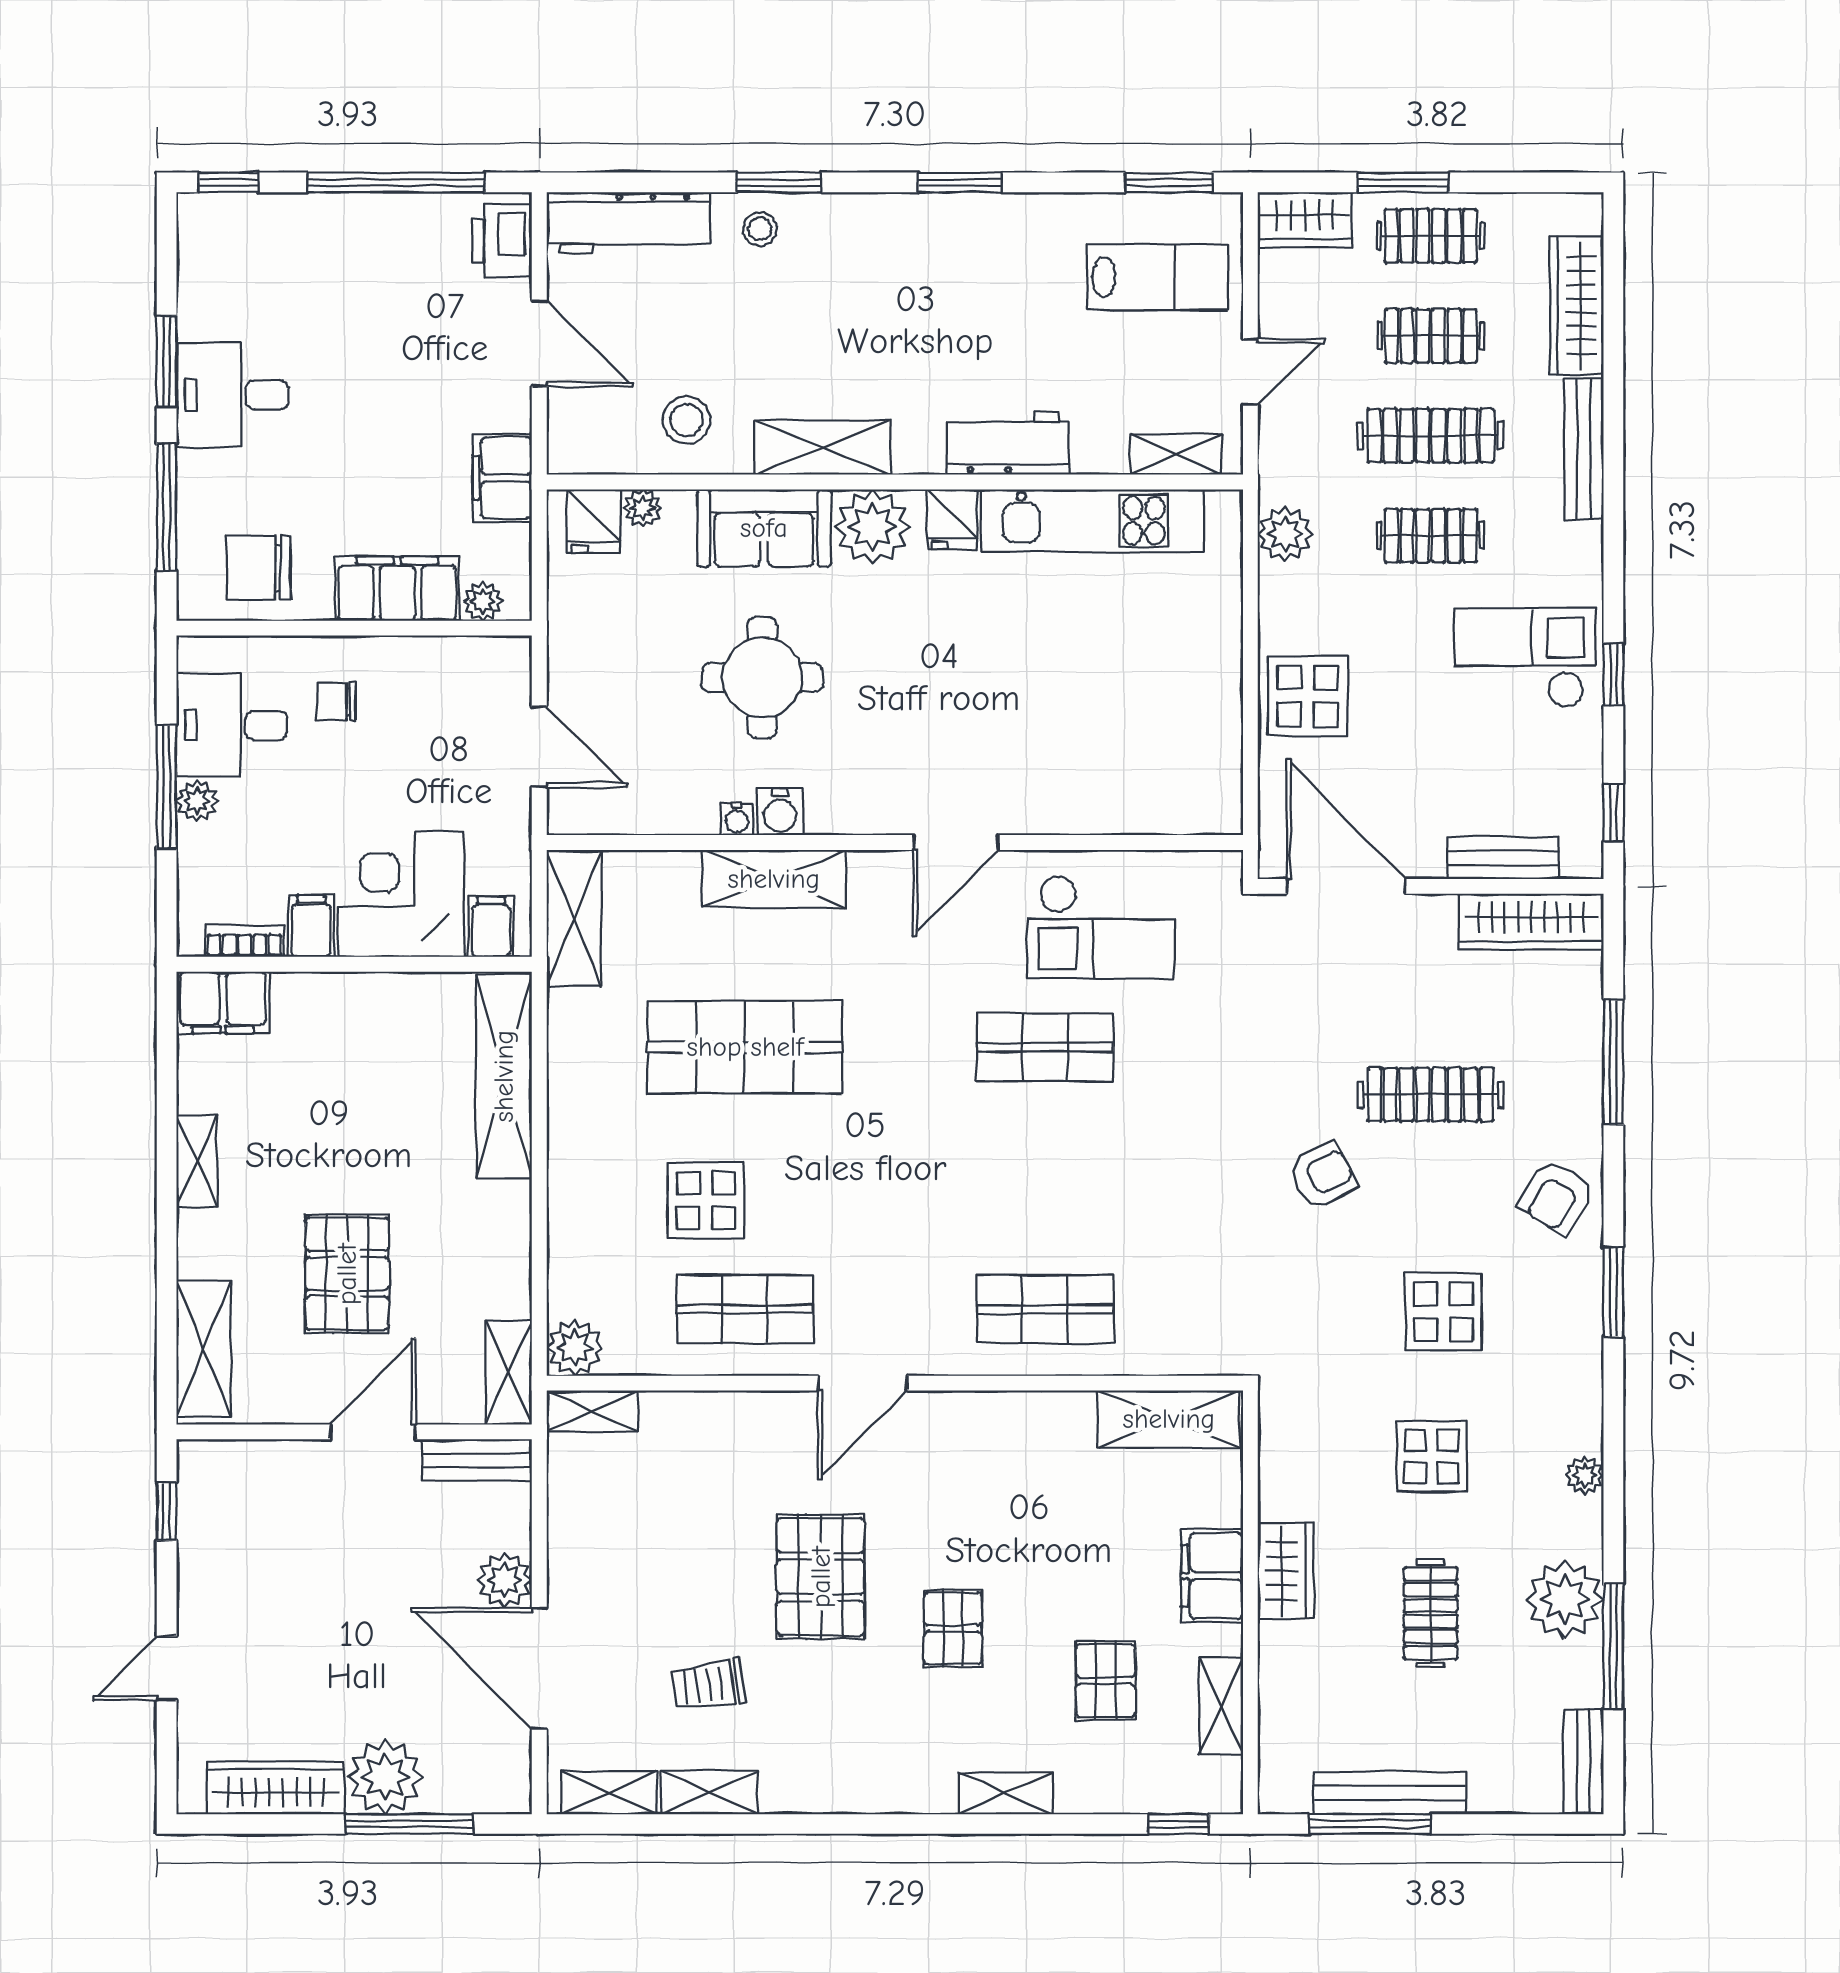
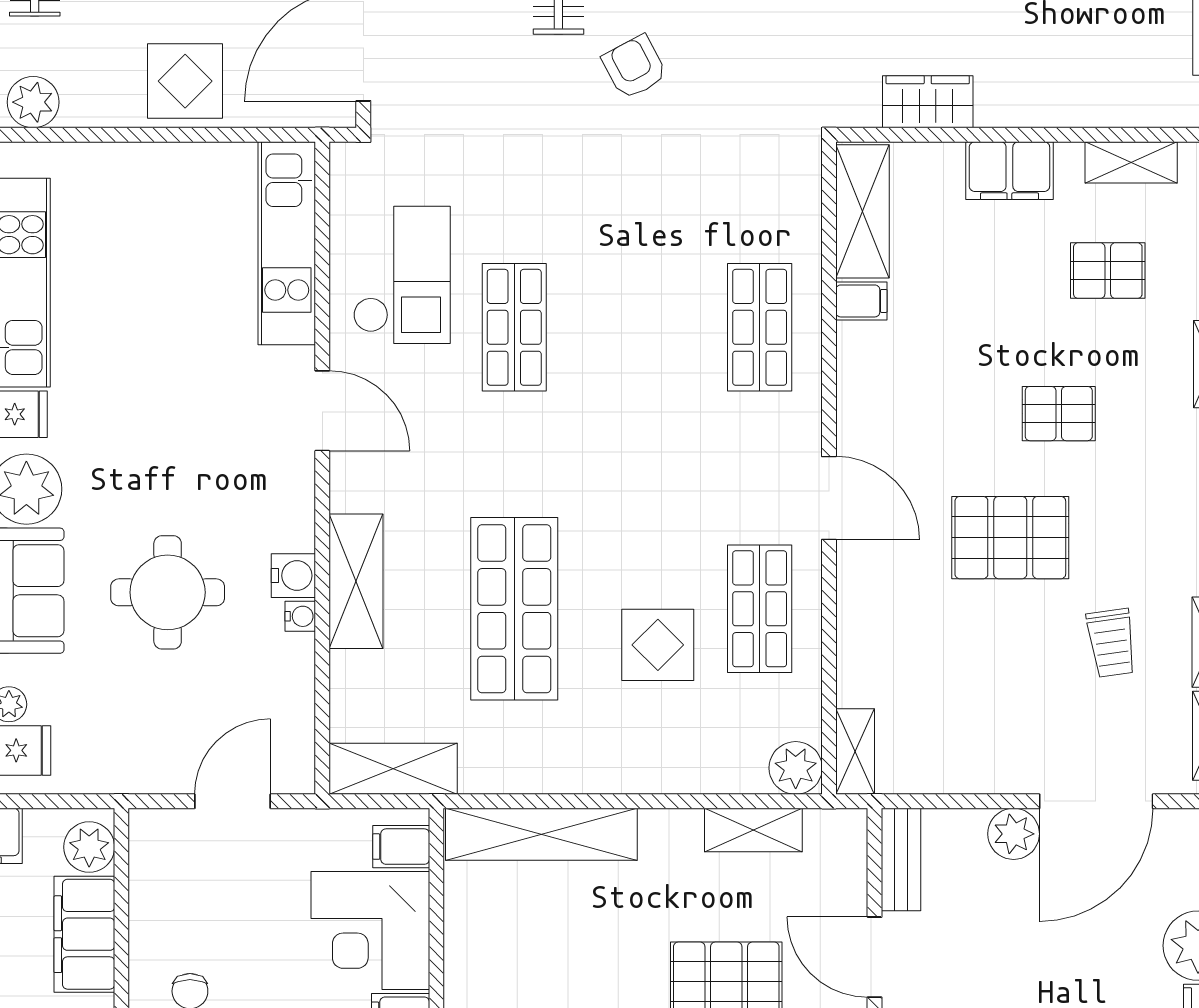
plant: (483, 601) -> (89, 847), width x1.38, depth x1.38
kitchen unit: (1135, 805) -> (287, 243), added
shelving: (509, 1373) -> (753, 830), moved
filing cabinet: (1073, 1418) -> (861, 301), added
wardrobe: (1286, 1571) -> (928, 102), moved

